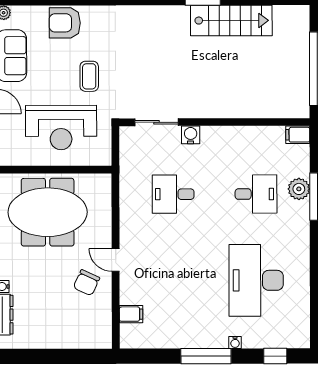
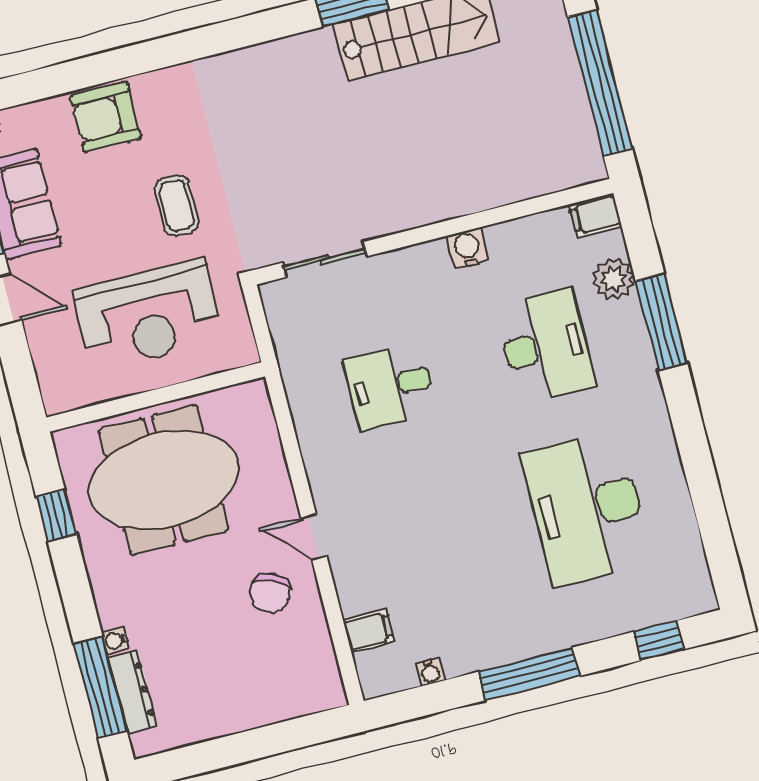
water cooler: (191, 135) -> (467, 248), moved
plant: (299, 189) -> (614, 279), moved
desk: (256, 194) -> (545, 346), width x1.37
water cooler: (235, 342) -> (430, 672), moved

